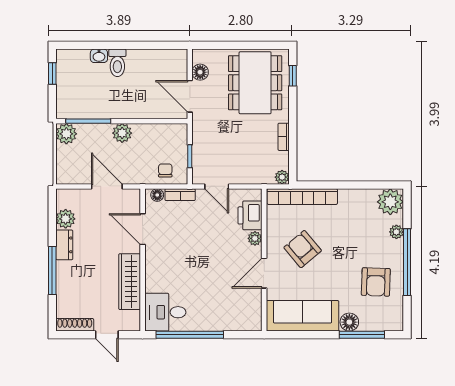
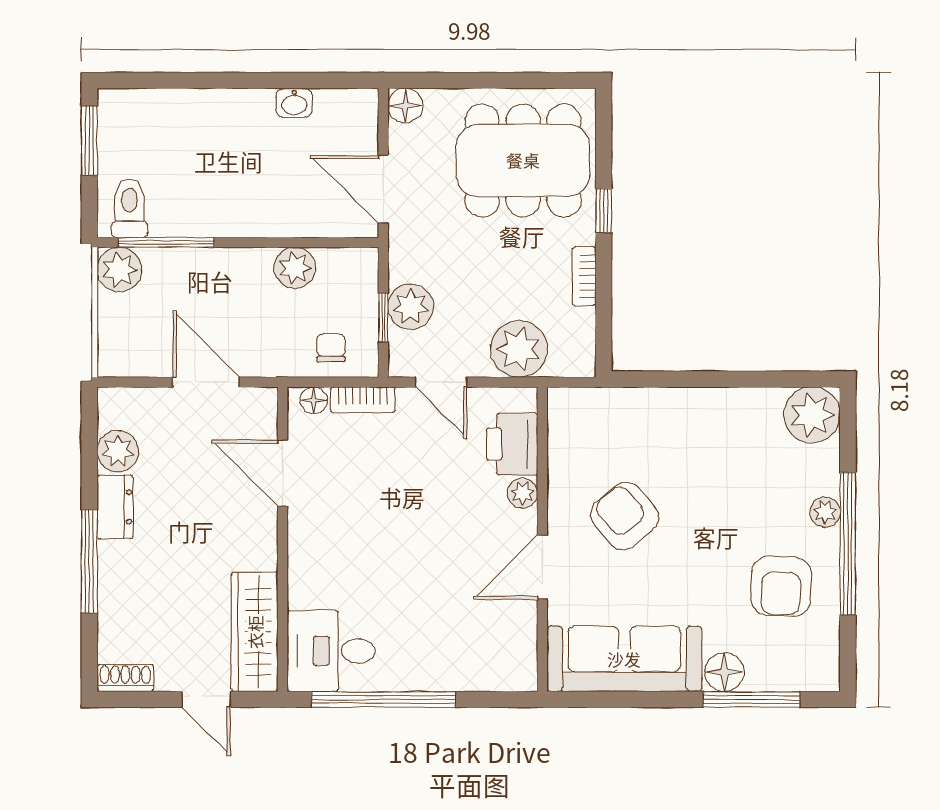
washbasin: (99, 56) -> (294, 103), moved
toilet: (117, 63) -> (130, 208), moved, turned 180
floor lamp: (200, 72) -> (405, 106), moved
window: (52, 73) -> (89, 141), width x1.50
window: (293, 76) -> (604, 210), moved
dining table: (255, 83) -> (523, 160), turned 90
plant: (122, 133) -> (295, 268), moved
plant: (203, 151) -> (411, 307), added
plant: (282, 177) -> (519, 349), moved, width x1.88, depth x1.88
bookcase: (302, 197) -> (624, 404), removed
plant: (396, 232) -> (825, 512), moved
wardrobe: (130, 282) -> (255, 632), moved
shoe rack: (75, 325) -> (125, 678), width x0.70

